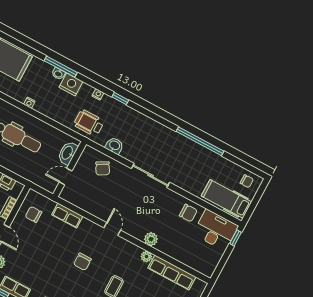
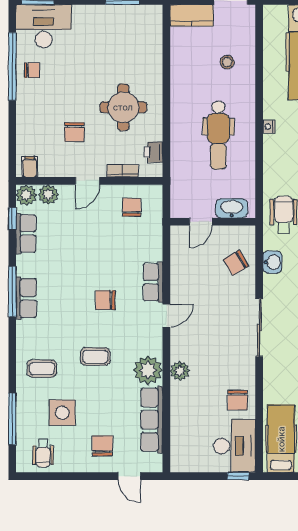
door: (66, 176) -> (201, 222), swing flipped
row of seats: (67, 216) -> (153, 282), moved
plant: (146, 257) -> (148, 370), width x1.87, depth x1.87

